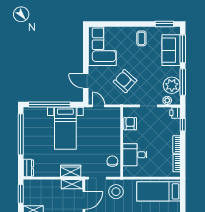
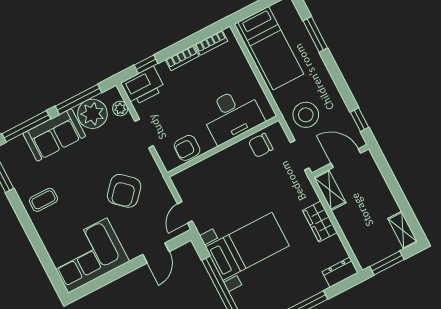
sofa: (171, 50) -> (54, 135), moved
printer: (175, 113) -> (143, 86), width x1.87, depth x1.48
desk: (135, 155) -> (232, 115), width x1.37
wardrobe: (71, 171) -> (320, 222), moved

